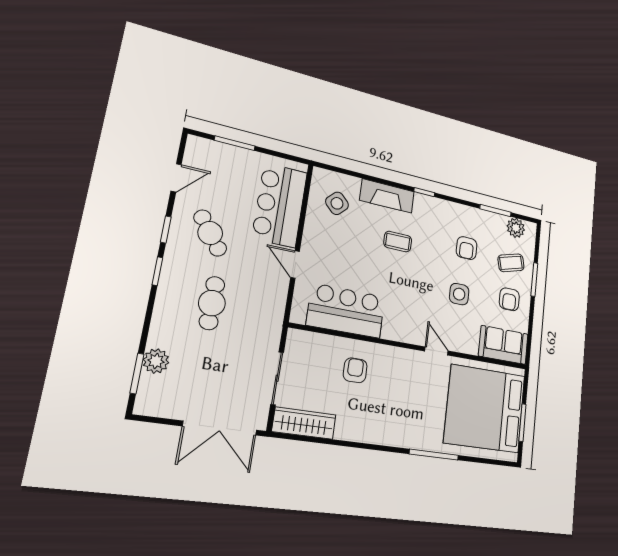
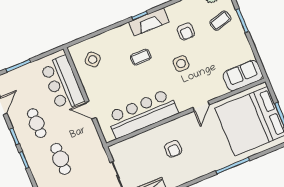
fireplace: (387, 196) -> (149, 22), moved
cafe table: (210, 233) -> (37, 123), turned 36
side table: (459, 294) -> (181, 64), moved
armchair: (509, 299) -> (232, 45), removed
bar counter: (346, 311) -> (142, 114), width x1.36
door: (436, 351) -> (201, 106), swing flipped
armchair: (355, 370) -> (173, 149), moved, turned 180

